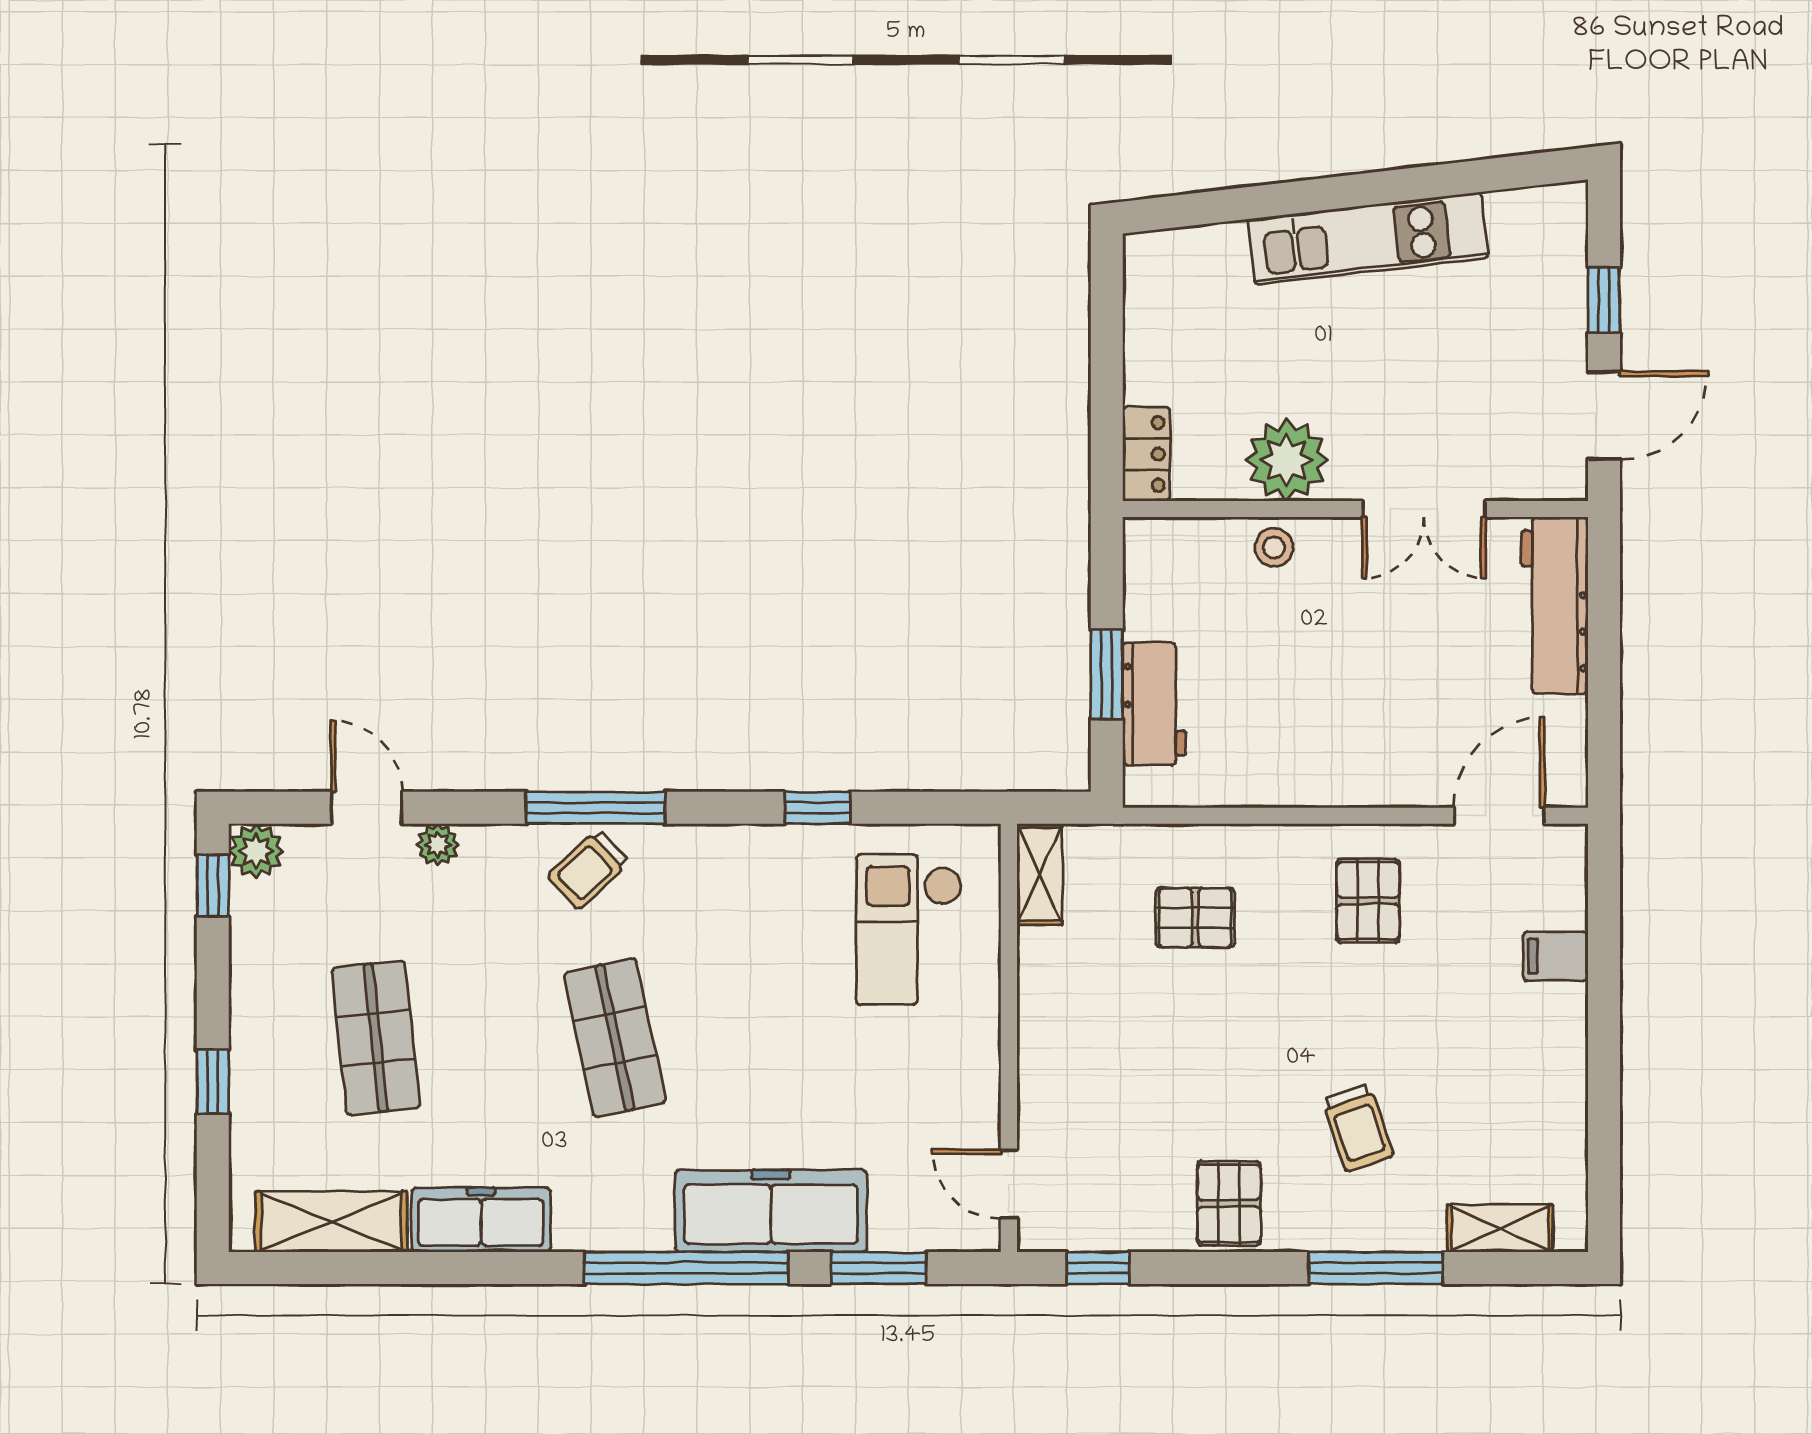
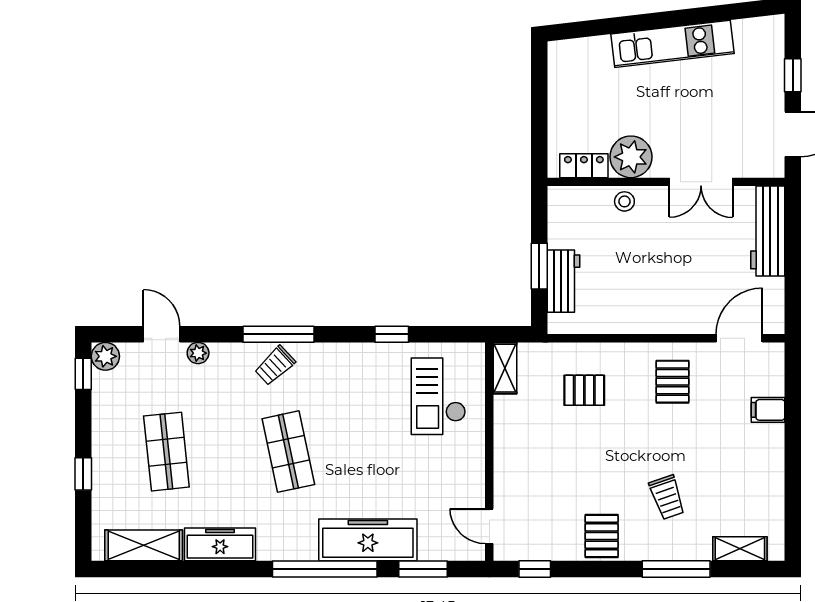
locker: (1146, 454) -> (584, 166), moved, turned -90

